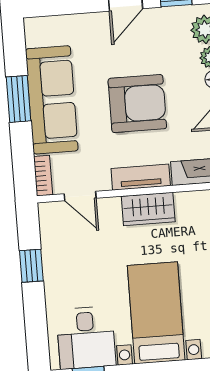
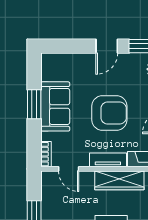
sofa: (52, 100) -> (55, 106), width x0.73
wardrobe: (148, 209) -> (119, 180), width x1.50

